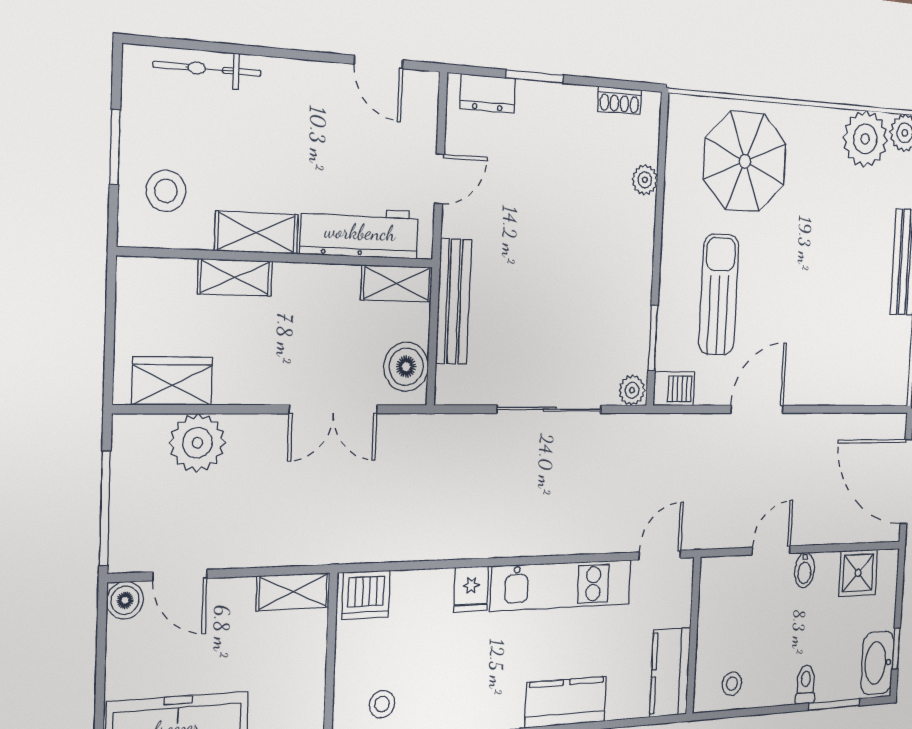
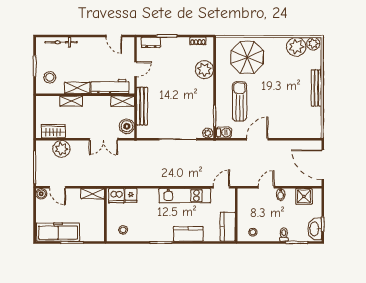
plant: (645, 180) -> (204, 70), width x1.88, depth x1.88
fridge: (471, 589) -> (131, 195), moved

